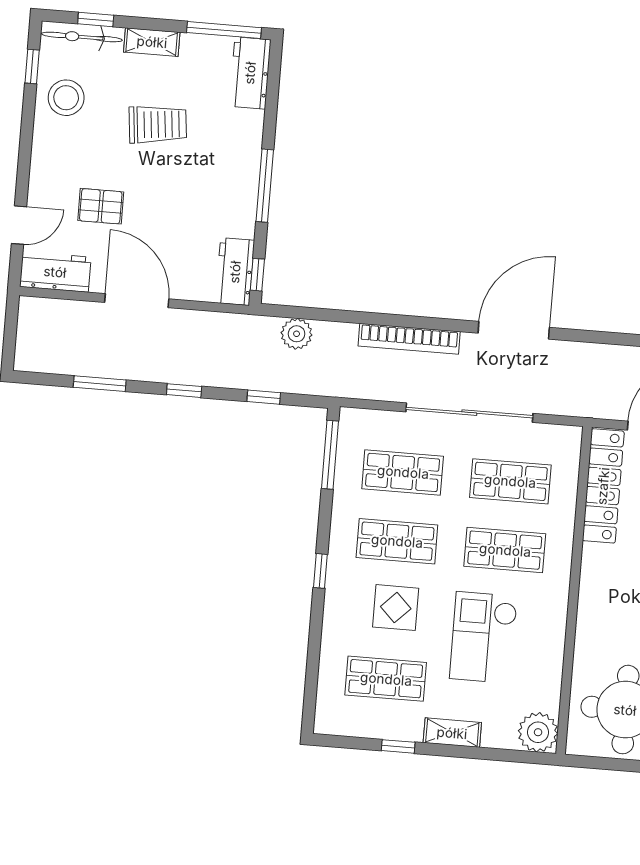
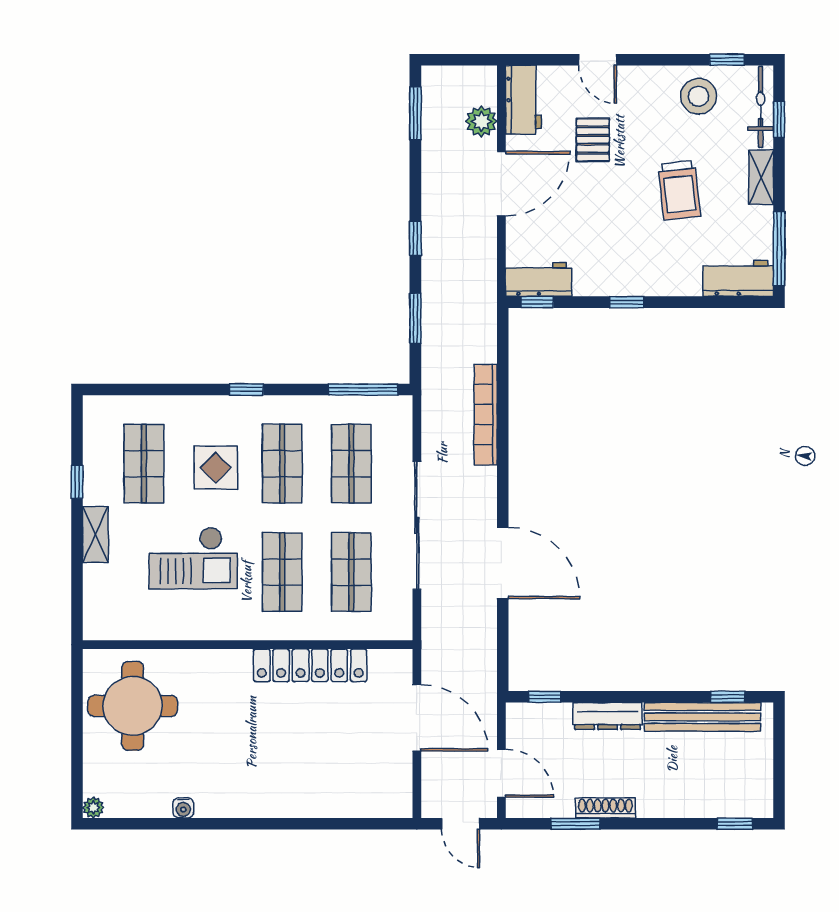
window: (265, 186) -> (627, 302), width x0.46
door: (19, 225) -> (597, 60), moved
plant: (297, 334) -> (481, 121), moved
bookcase: (409, 339) -> (486, 415), moved
window: (100, 384) -> (415, 113), moved
window: (264, 397) -> (415, 318), width x1.50
locker: (603, 486) -> (310, 665), moved
checkout: (484, 637) -> (193, 558), turned 180
plant: (538, 732) -> (103, 620), removed

